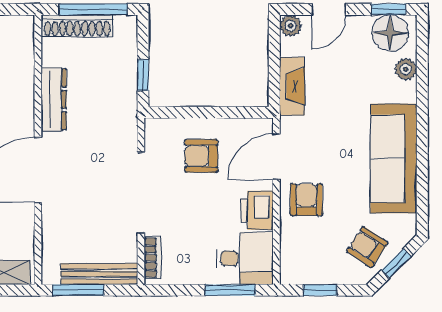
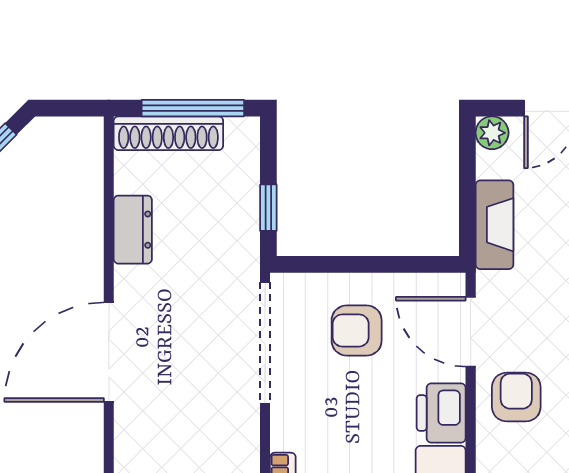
dresser: (54, 99) -> (133, 230), width x0.70
door: (276, 157) -> (471, 332), hinge flipped
doorway: (141, 193) -> (265, 343), moved

